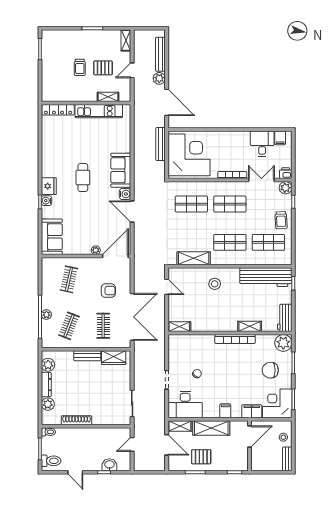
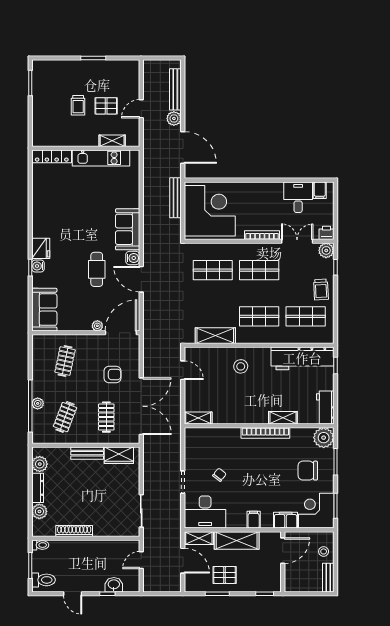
shelving: (126, 40) -> (134, 73), removed
cafe table: (83, 177) -> (97, 269), moved

